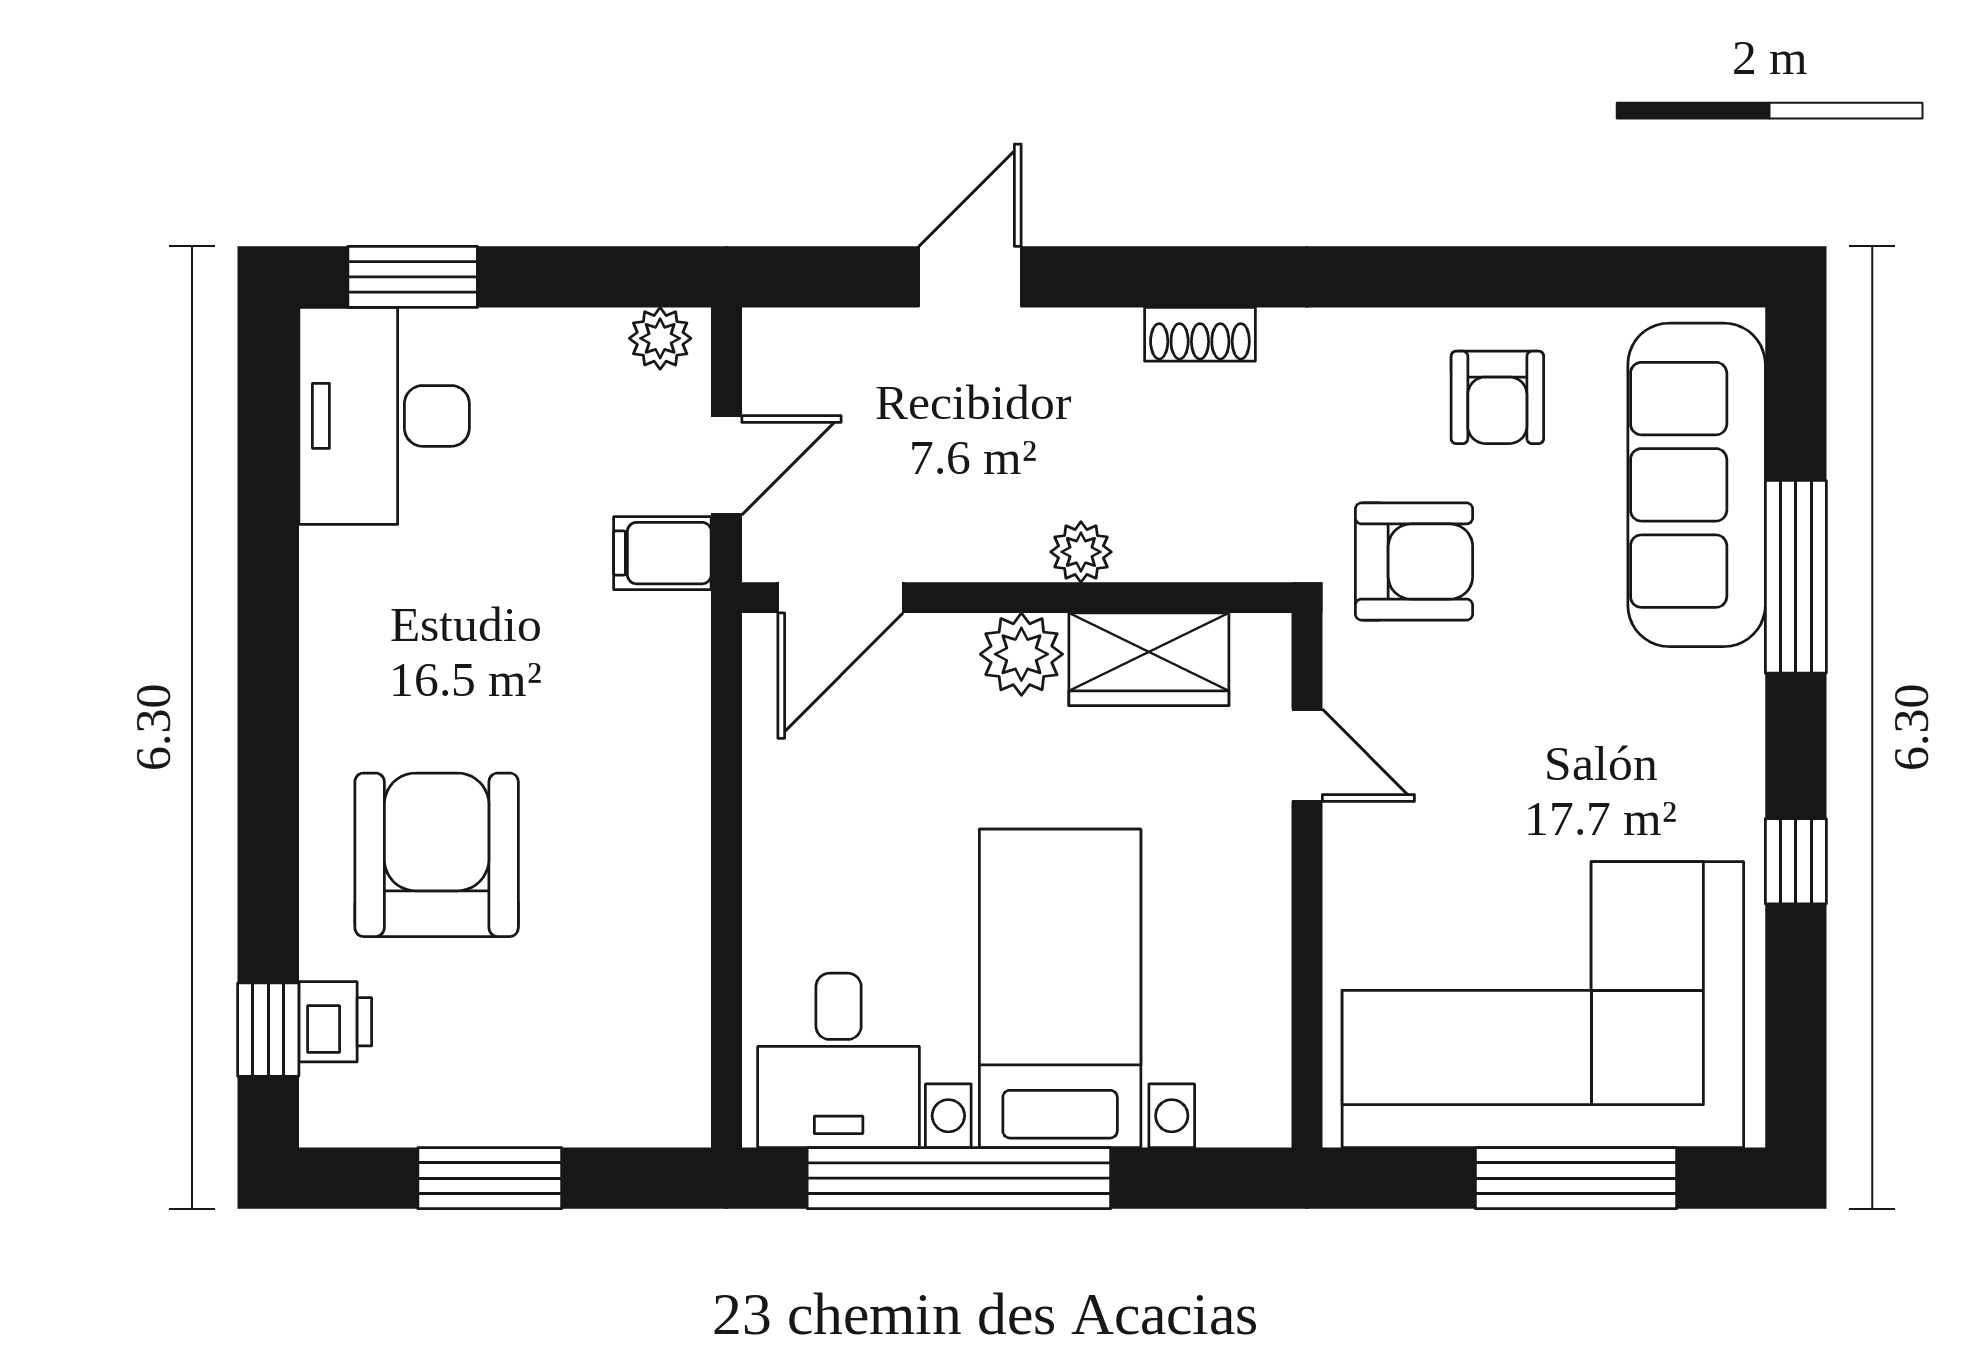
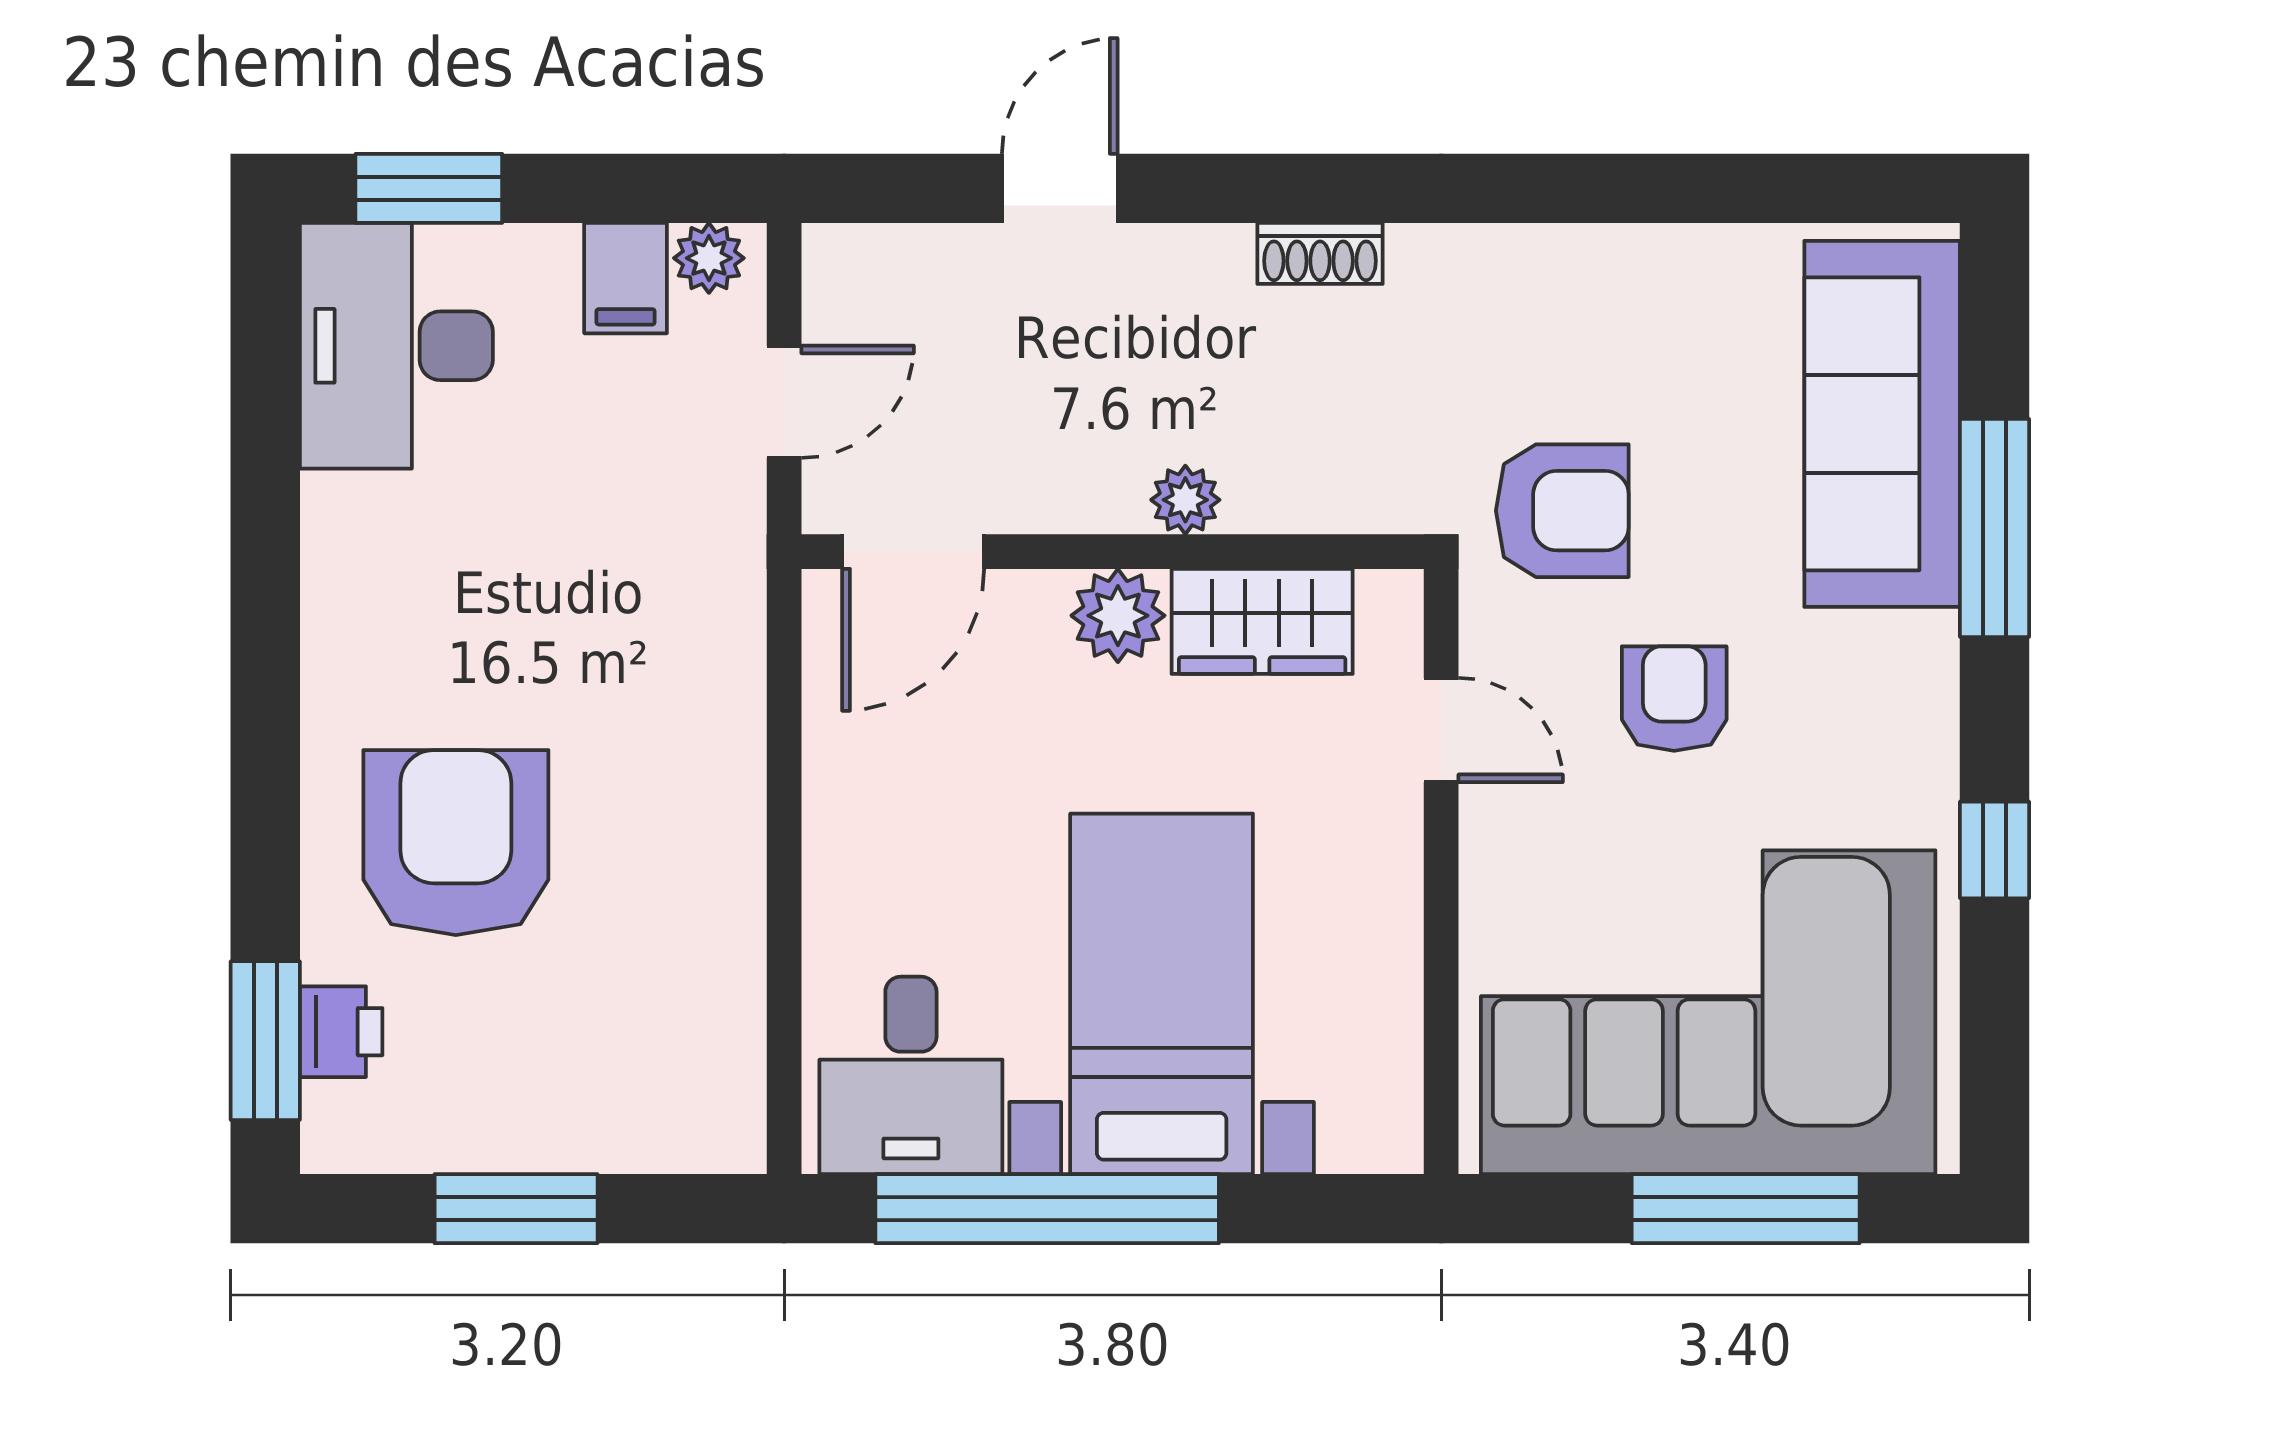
armchair: (1497, 397) -> (1674, 699), moved, turned 180
filing cabinet: (662, 553) -> (626, 278), moved, turned -90
window: (268, 1030) -> (265, 1041), width x1.50

